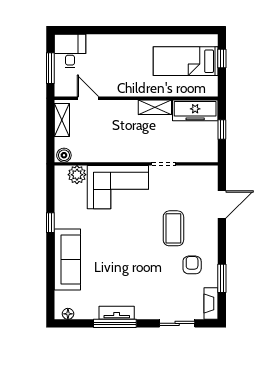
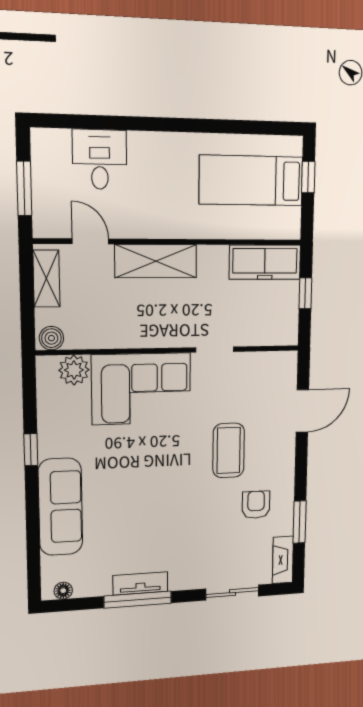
desk: (70, 51) -> (100, 159), moved
shelving: (155, 107) -> (156, 261), moved, width x1.50, depth x1.33

